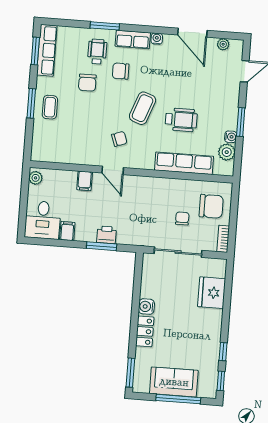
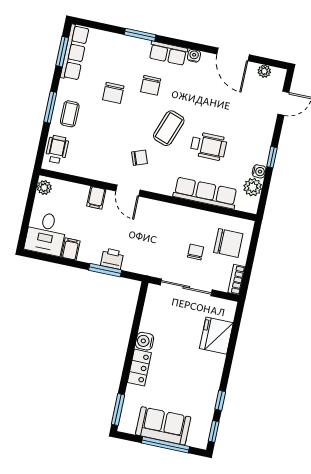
wheelchair: (97, 52) -> (57, 149), moved
chair: (121, 71) -> (151, 85), turned -90
window: (241, 122) -> (272, 157), width x0.67

